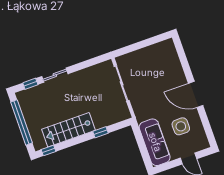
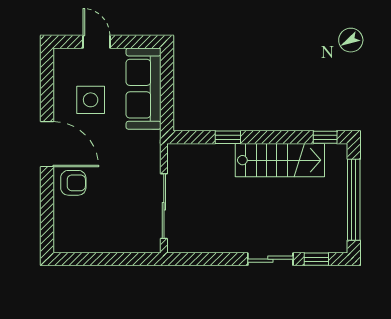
armchair: (174, 79) -> (73, 183), added

